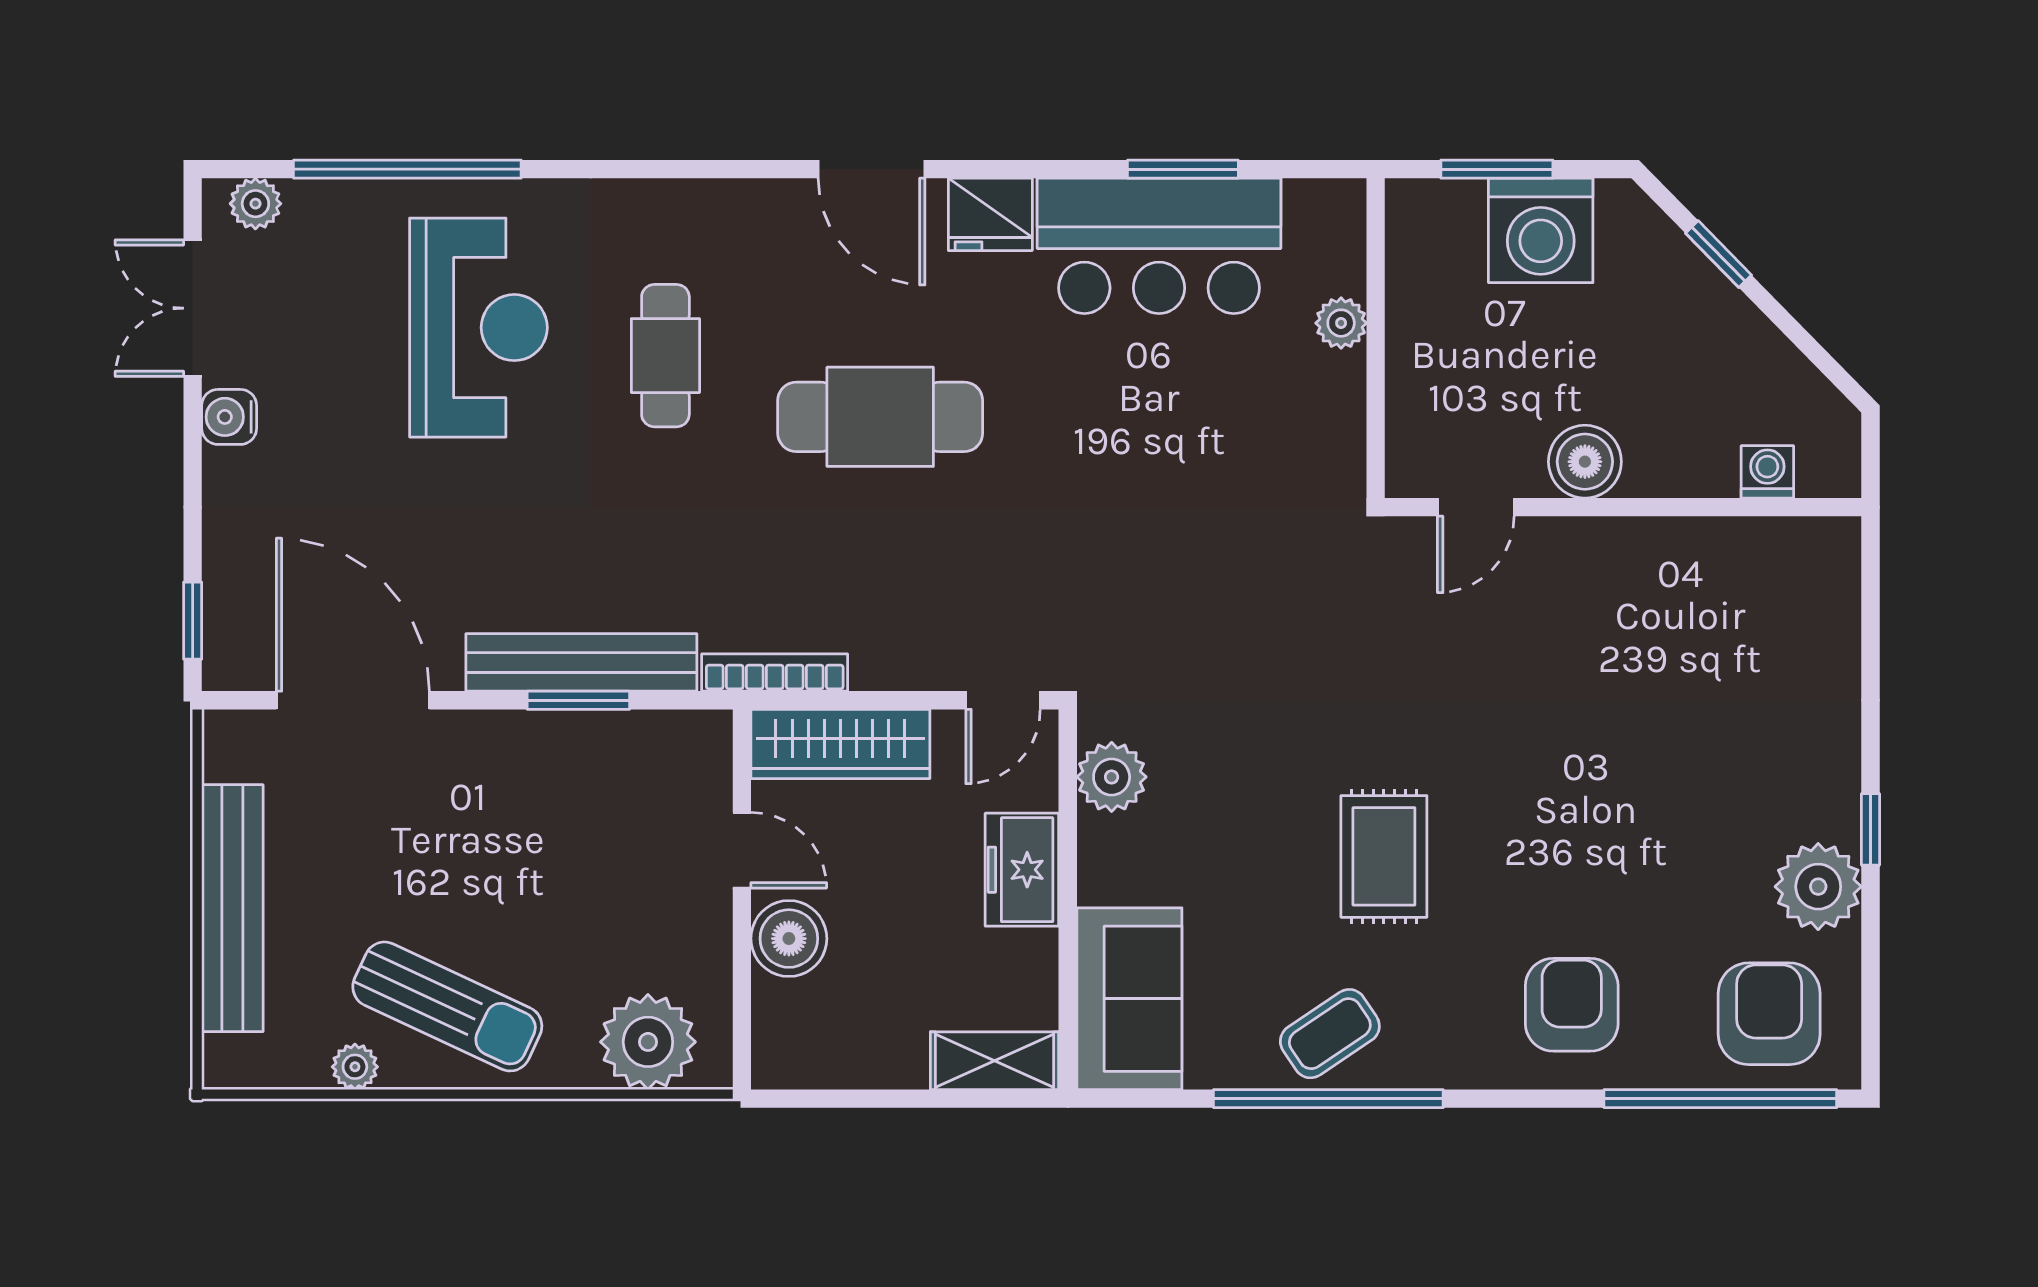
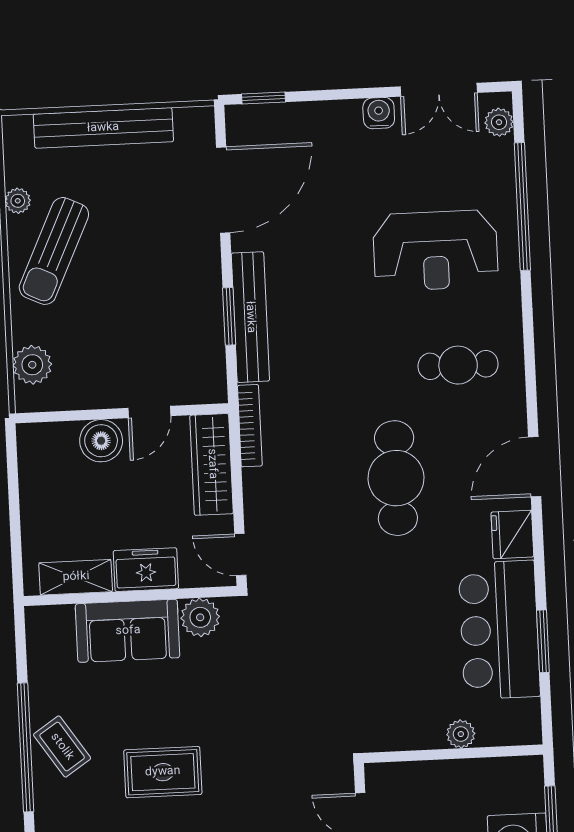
double door: (193, 308) -> (439, 90), swing flipped
cafe table: (665, 356) -> (458, 365), moved
sofa: (1129, 999) -> (128, 631), moved
plant: (648, 1042) -> (32, 365), width x0.73, depth x0.73
shelving: (995, 1061) -> (76, 577), moved, turned 90

